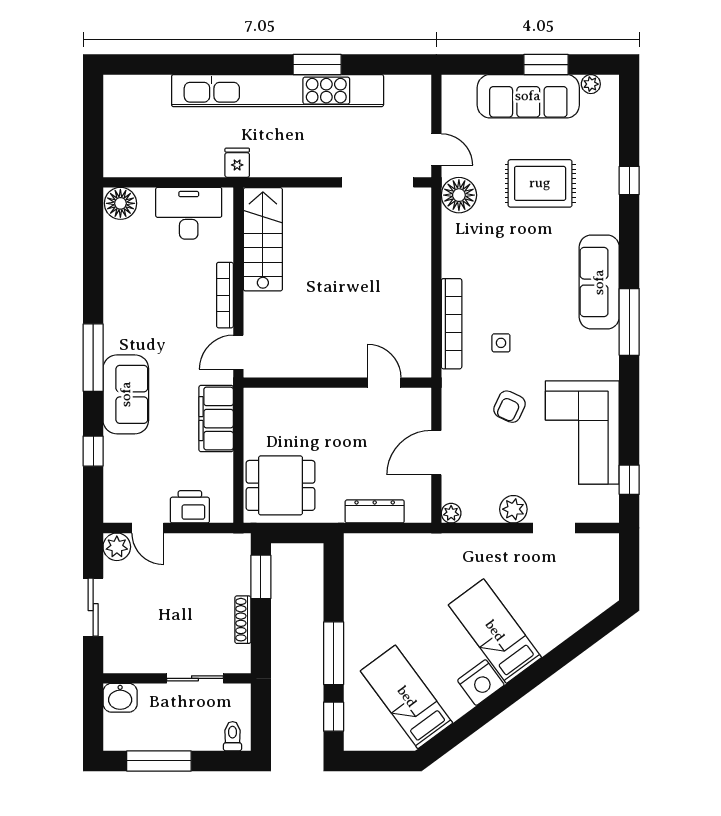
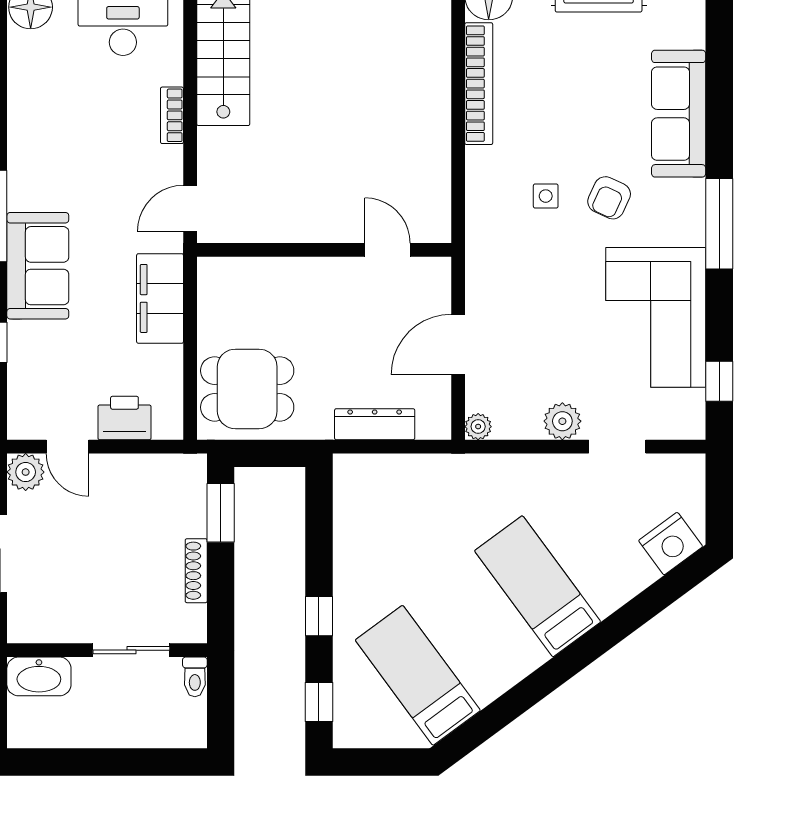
bookcase: (225, 295) -> (172, 115), width x0.64
window: (629, 322) -> (719, 224), moved
bookcase: (452, 324) -> (479, 84), moved
armchair: (509, 407) -> (609, 198), moved
window: (334, 653) -> (319, 616), width x0.46
nightstand: (481, 683) -> (671, 544), moved
washbasin: (120, 698) -> (39, 676), width x1.38
toilet: (233, 736) -> (195, 677), moved, turned 180
window: (159, 761) -> (83, 762), removed

